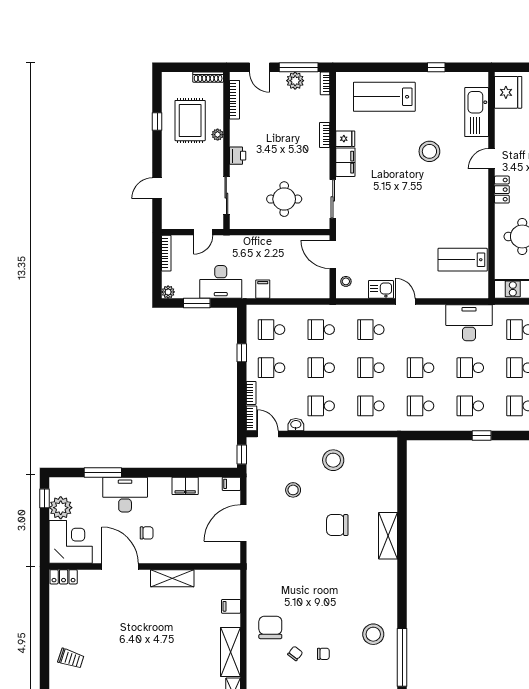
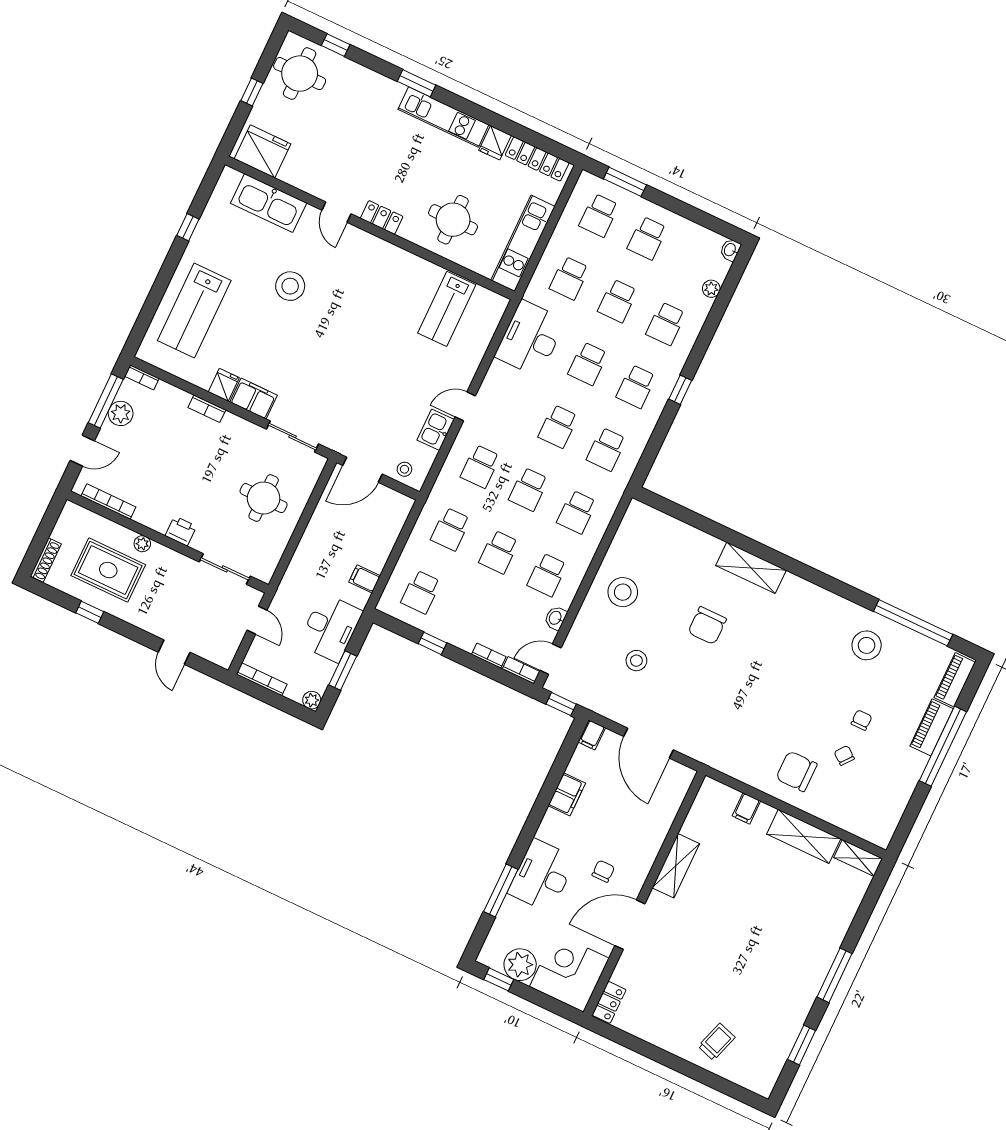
shoe rack: (208, 77) -> (46, 560), moved
school desk: (271, 368) -> (469, 615), removed

